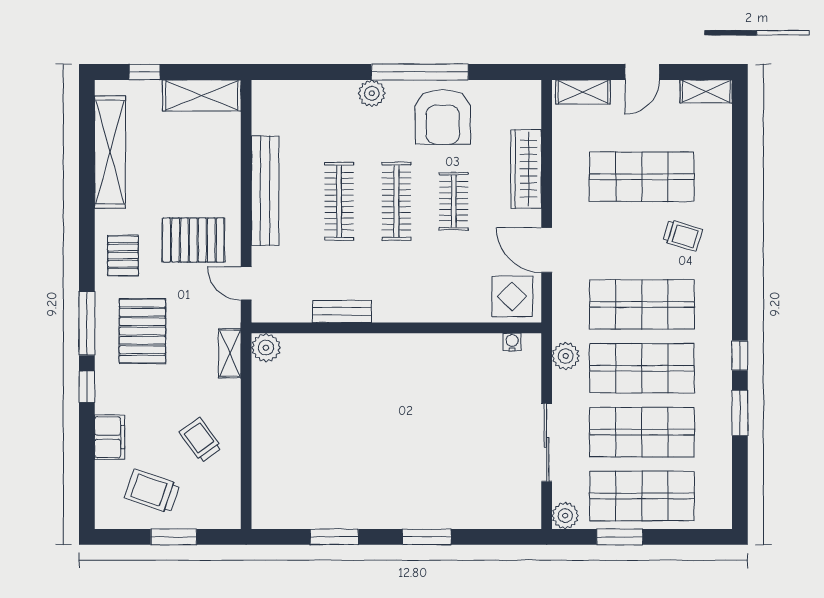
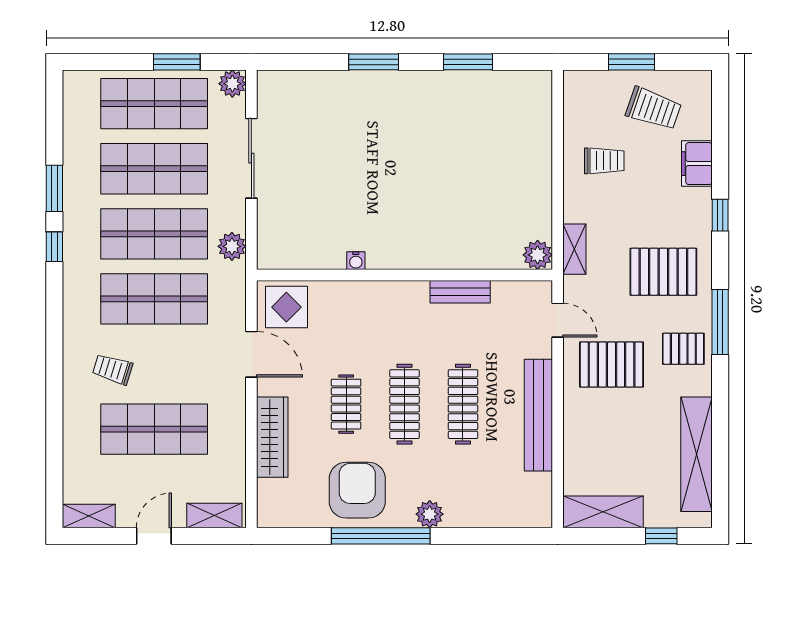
pallet: (123, 256) -> (683, 349), turned 90
window: (87, 323) -> (720, 322), moved
pallet: (142, 331) -> (663, 272), turned 90
water cooler: (512, 342) -> (356, 261), moved
trolley: (200, 440) -> (604, 161), turned -54

